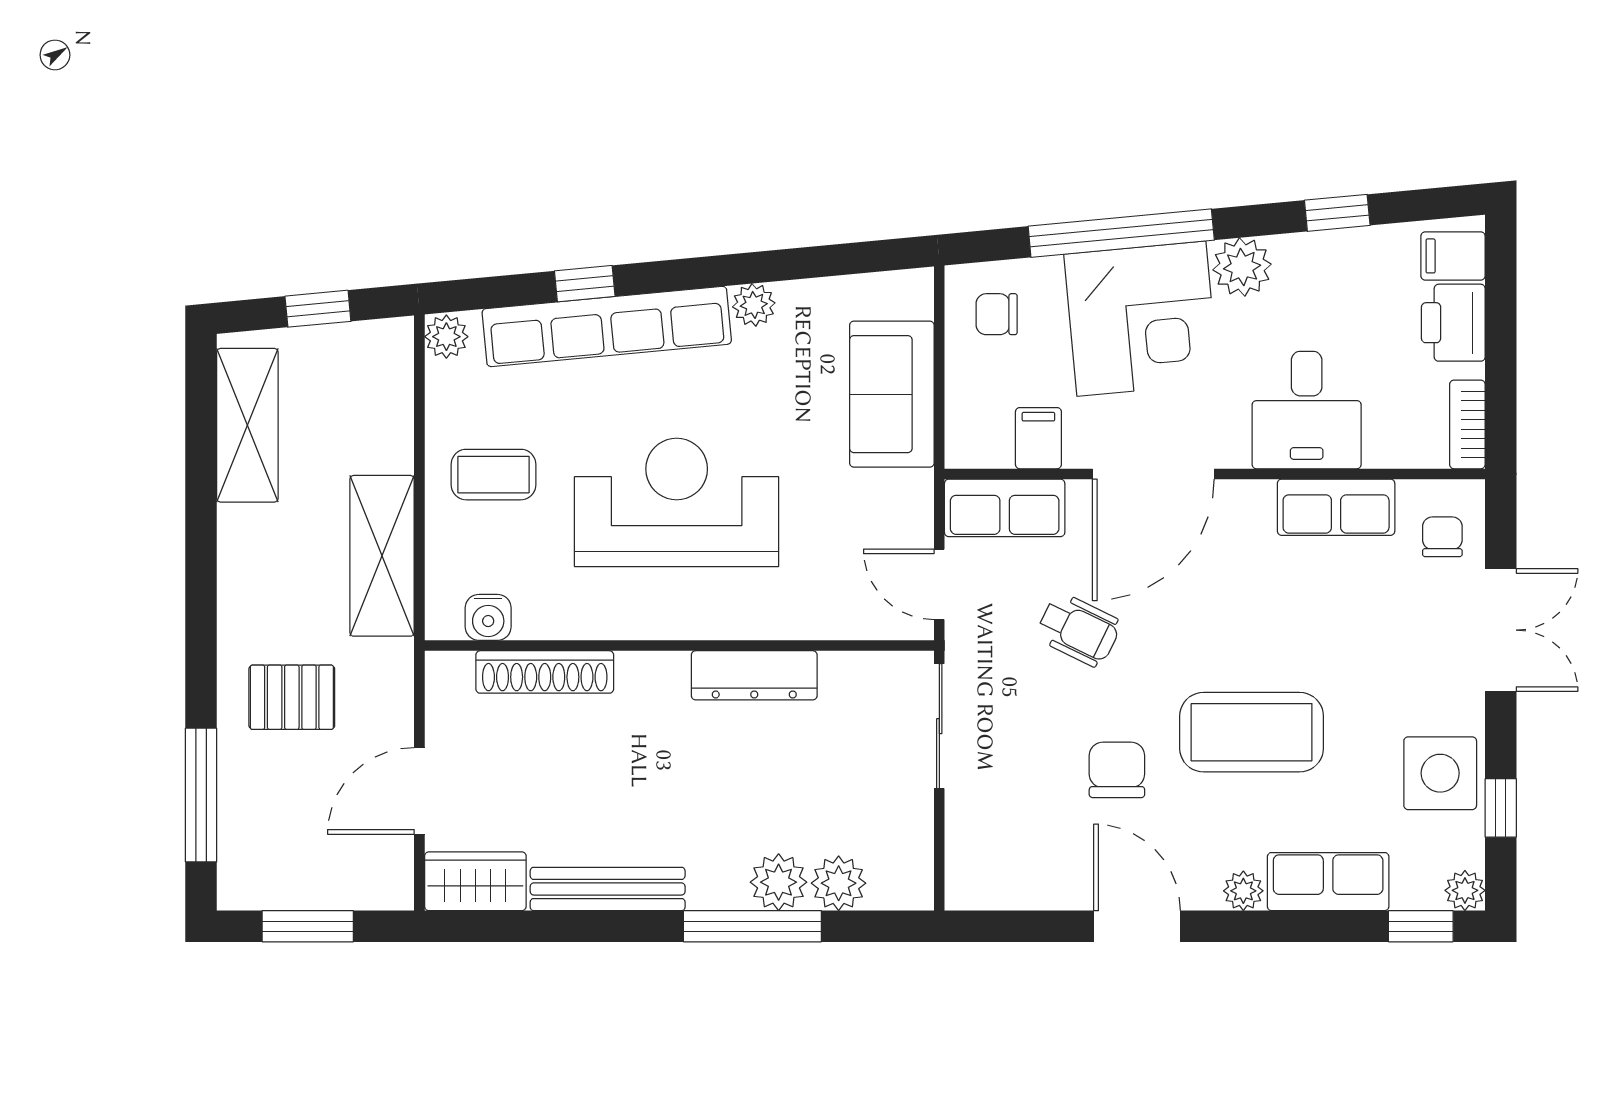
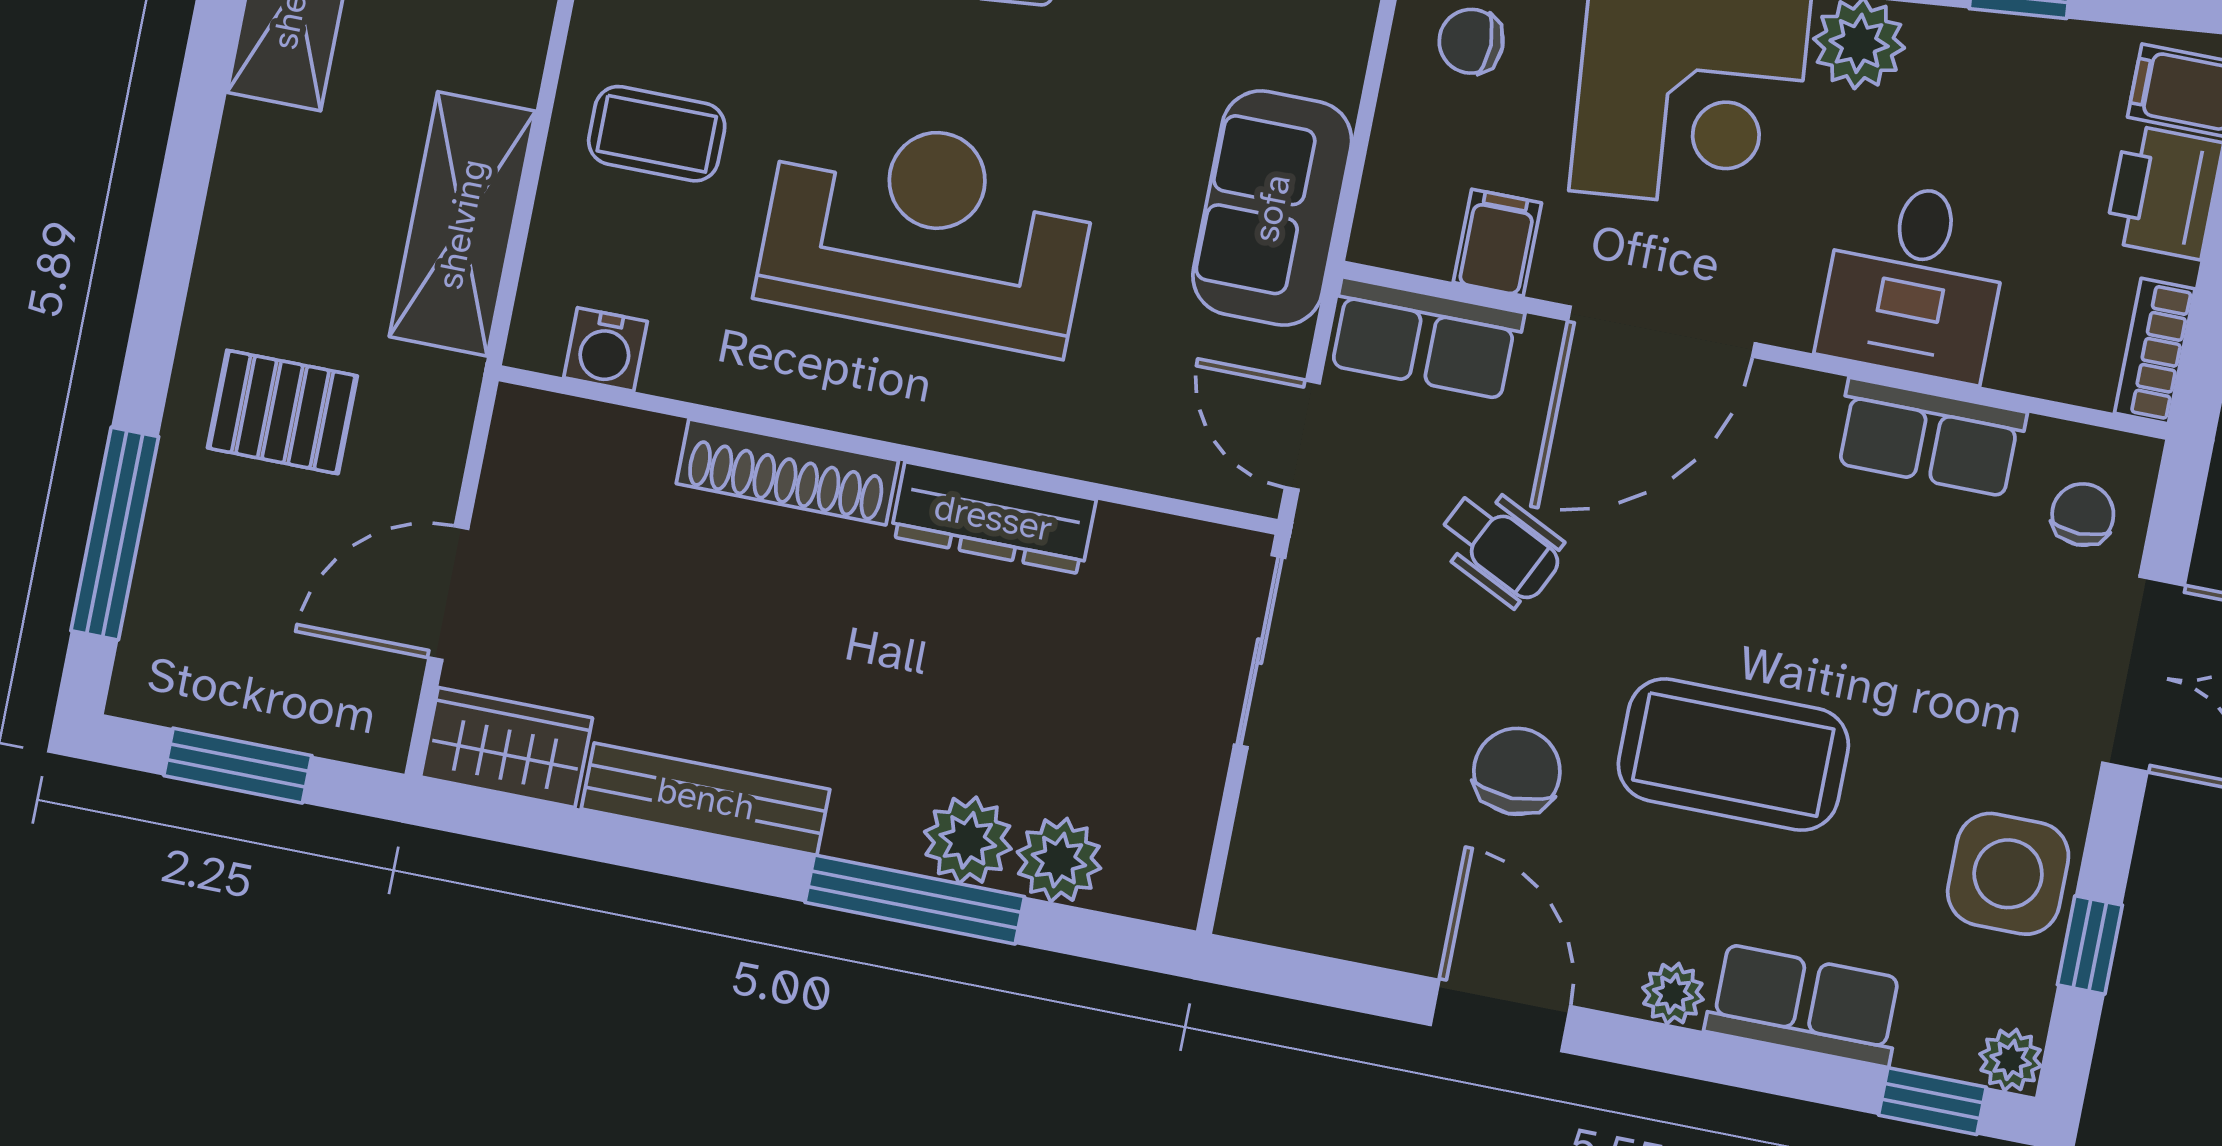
sofa: (892, 394) -> (1272, 208), moved
shoe rack: (545, 672) -> (787, 472), moved

